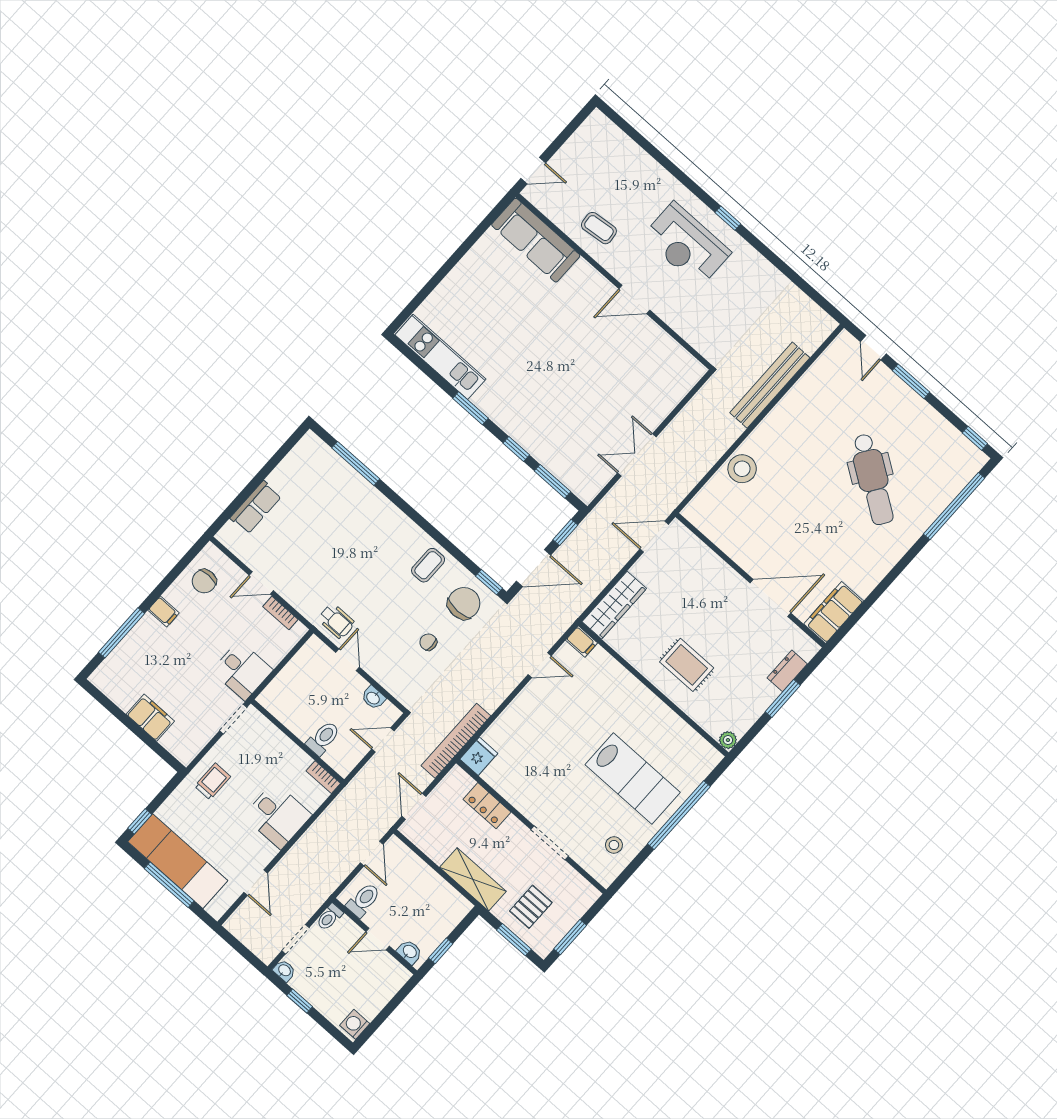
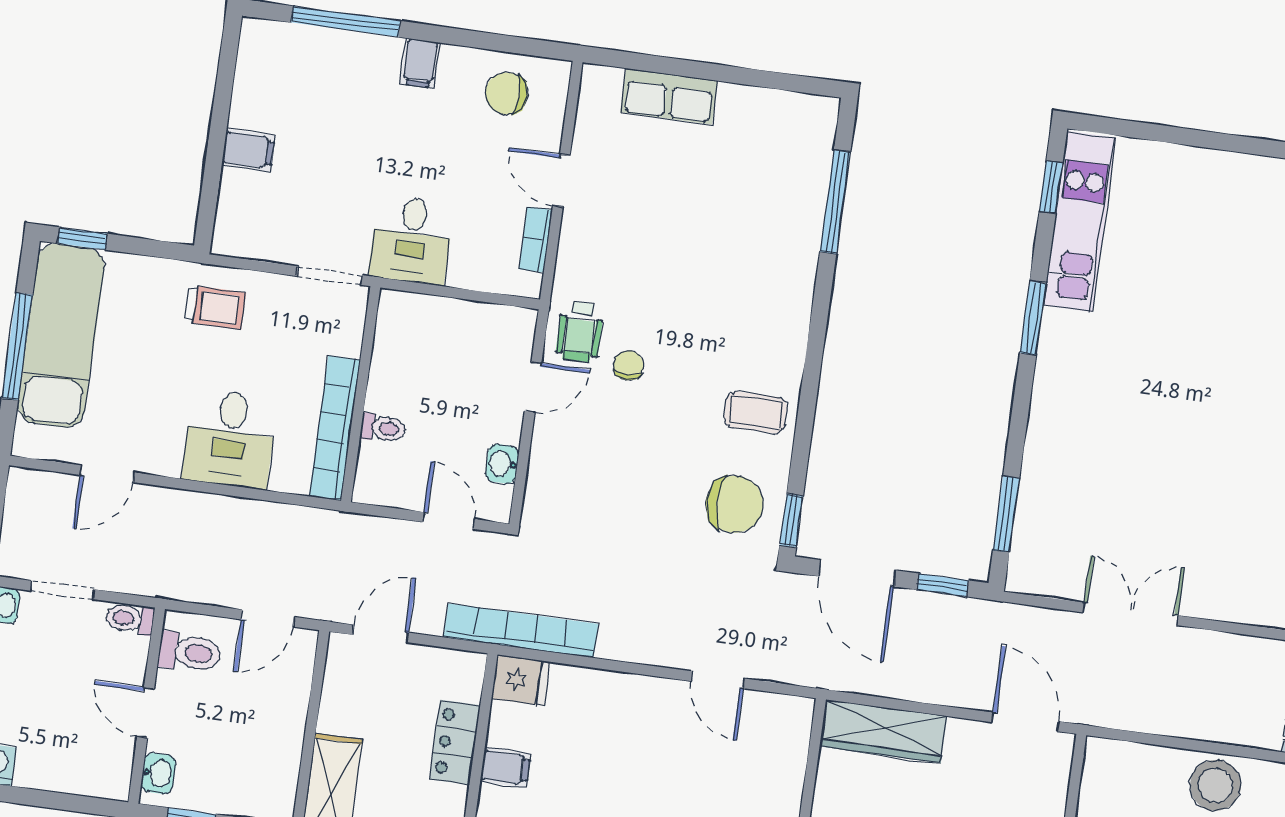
window: (516, 449) -> (1051, 187), moved
chair: (428, 642) -> (628, 365), moved
filing cabinet: (582, 642) -> (505, 767), moved, turned -90
filing cabinet: (150, 718) -> (248, 150), width x0.50
toilet: (323, 738) -> (383, 428), width x0.73, depth x0.72
bookcase: (323, 777) -> (335, 428), width x2.31, depth x1.31

